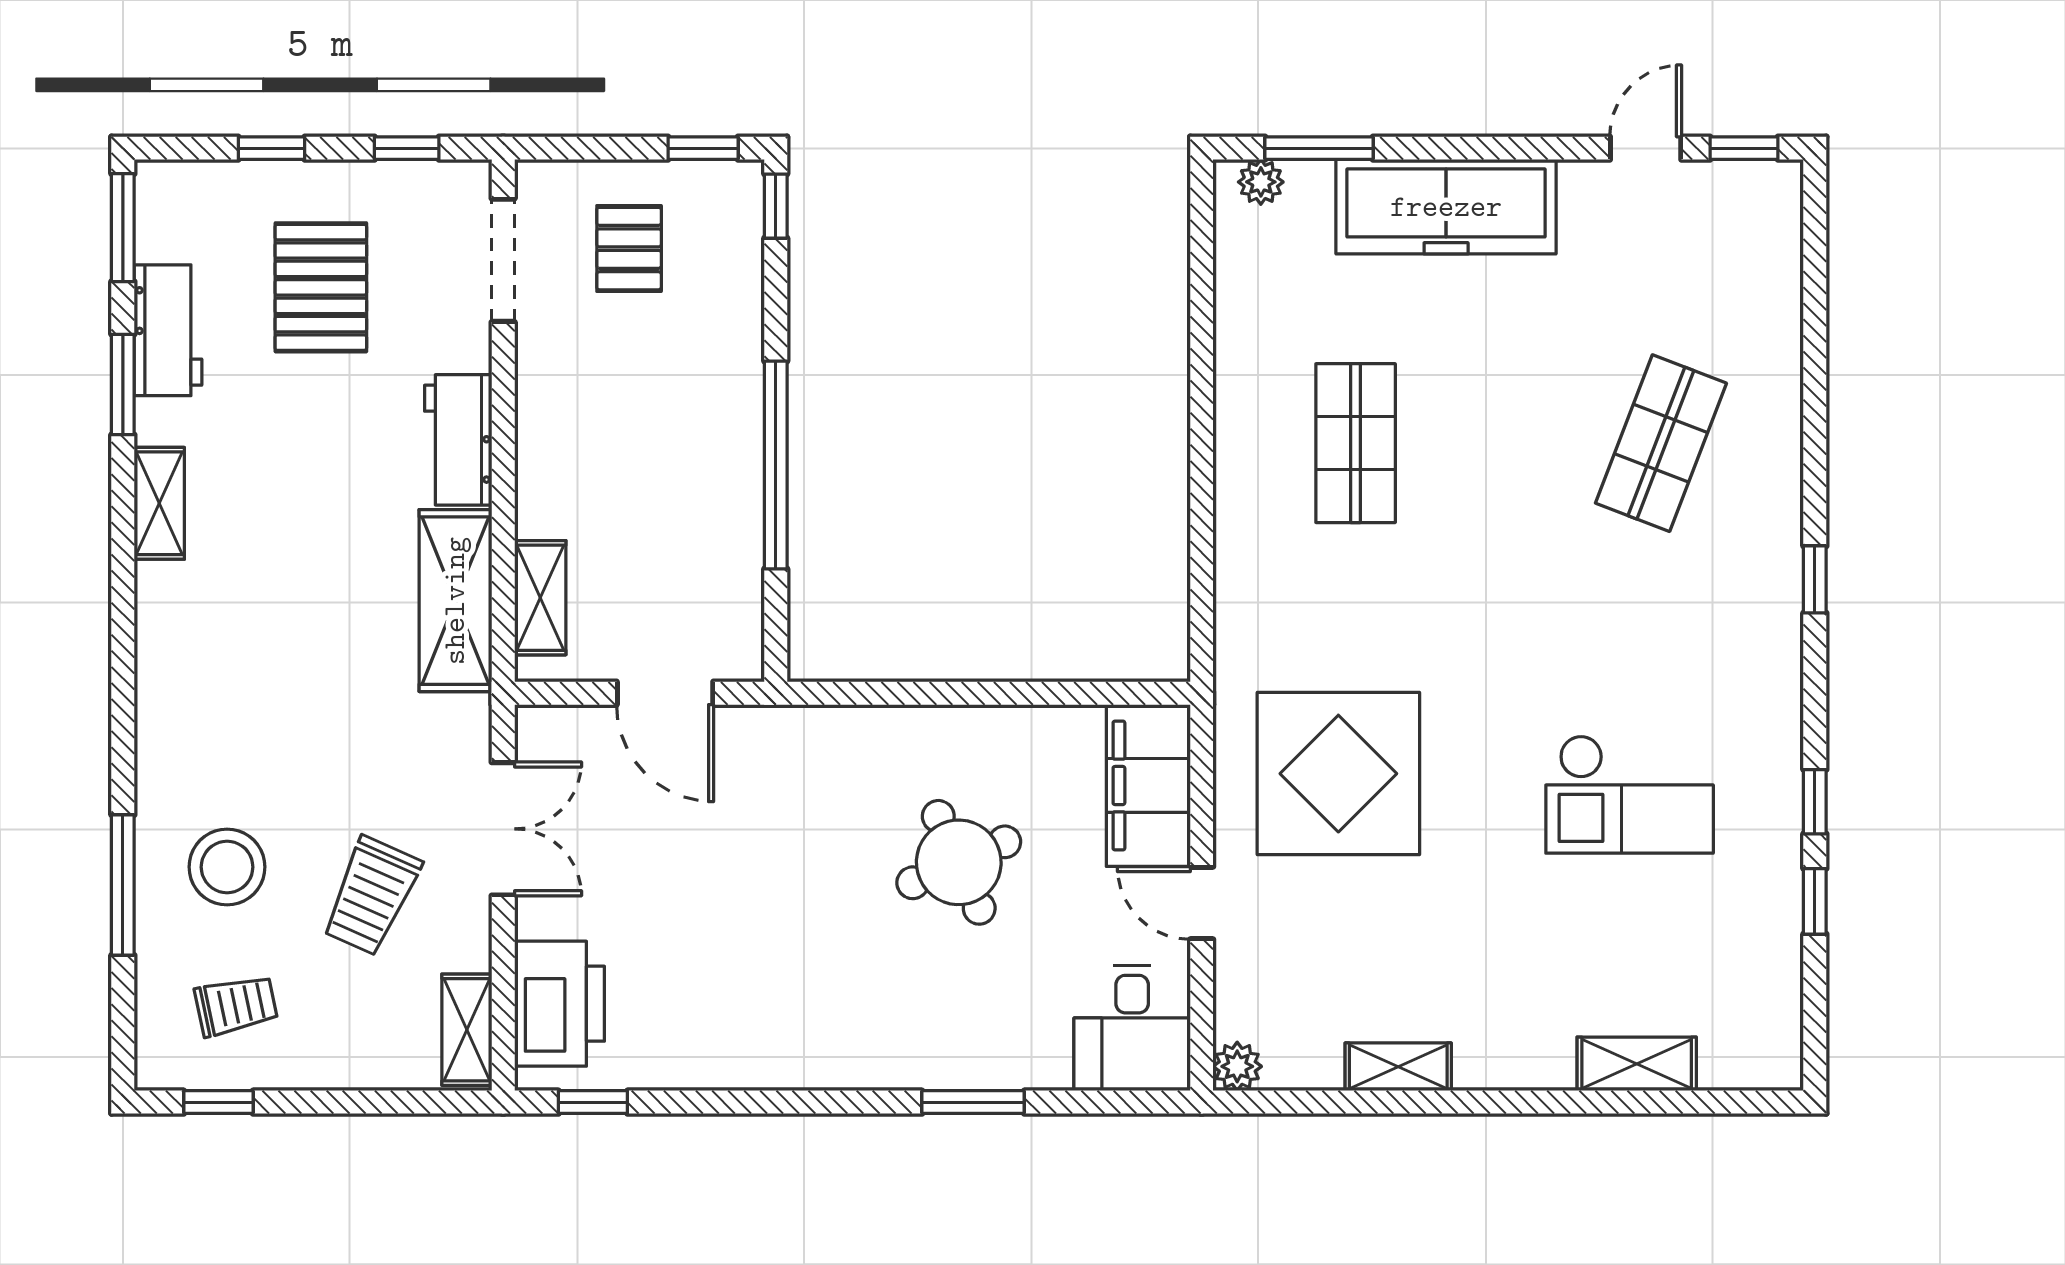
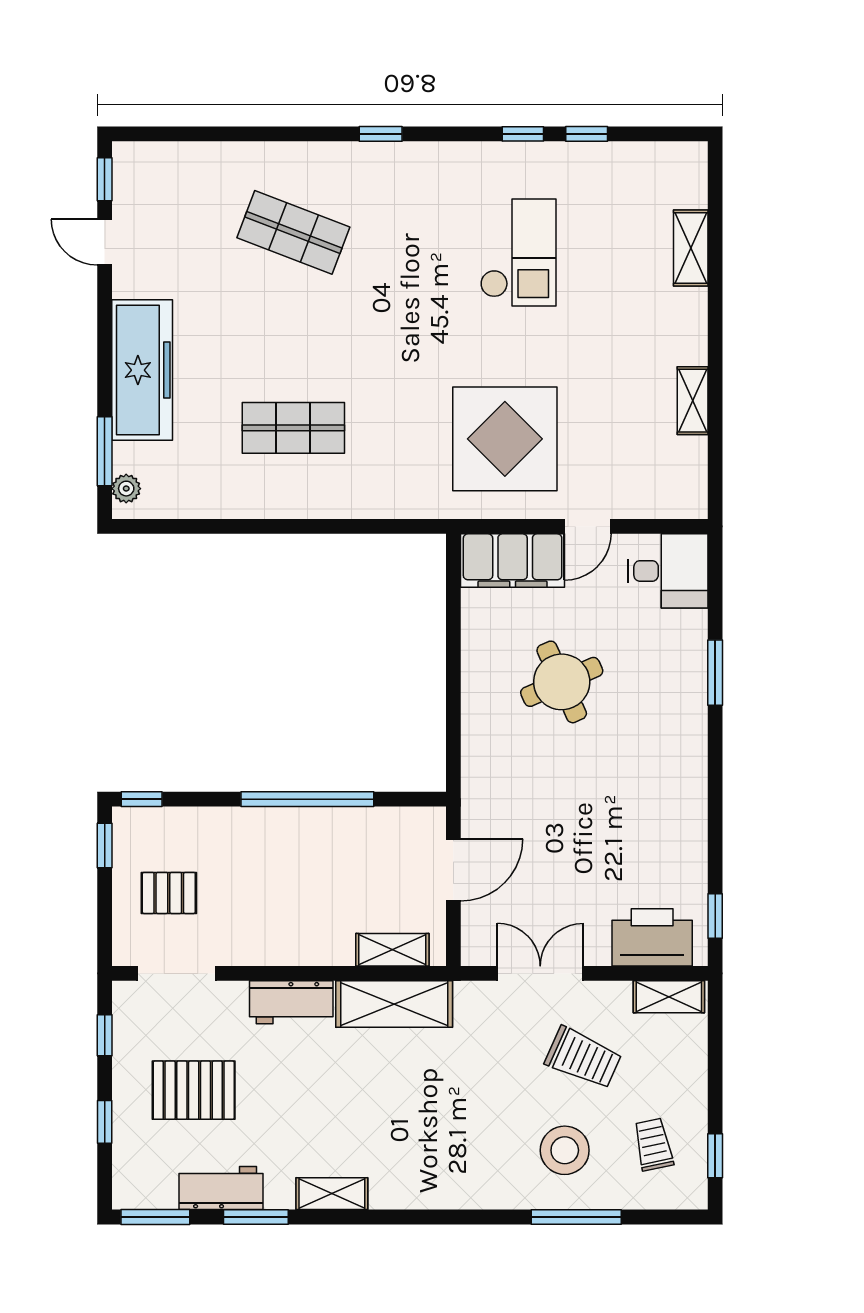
plant: (1237, 1066) -> (692, 504), removed

